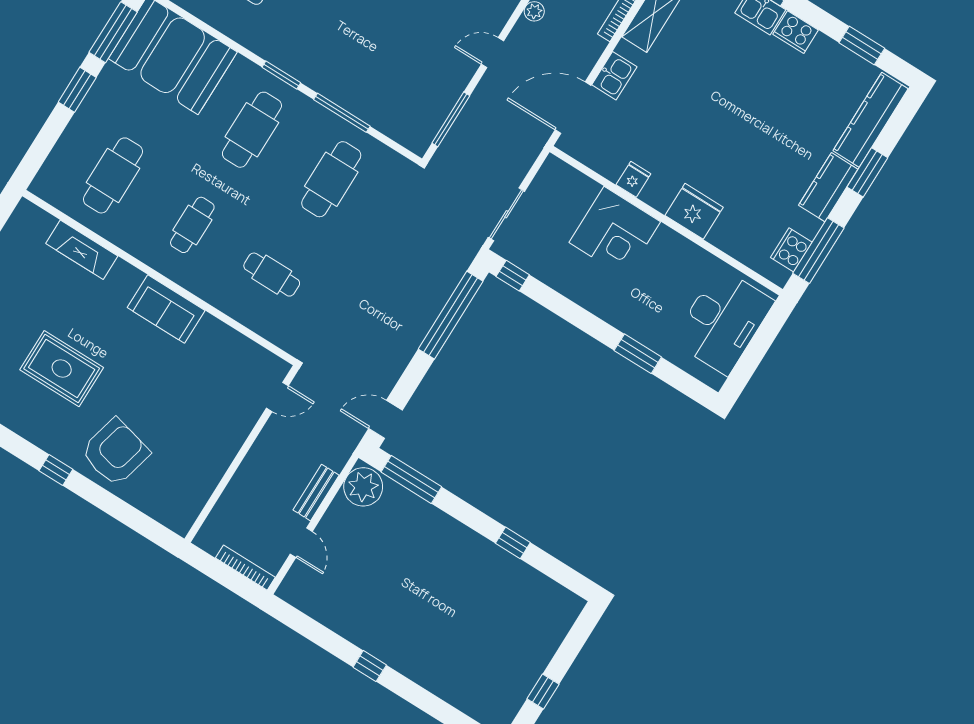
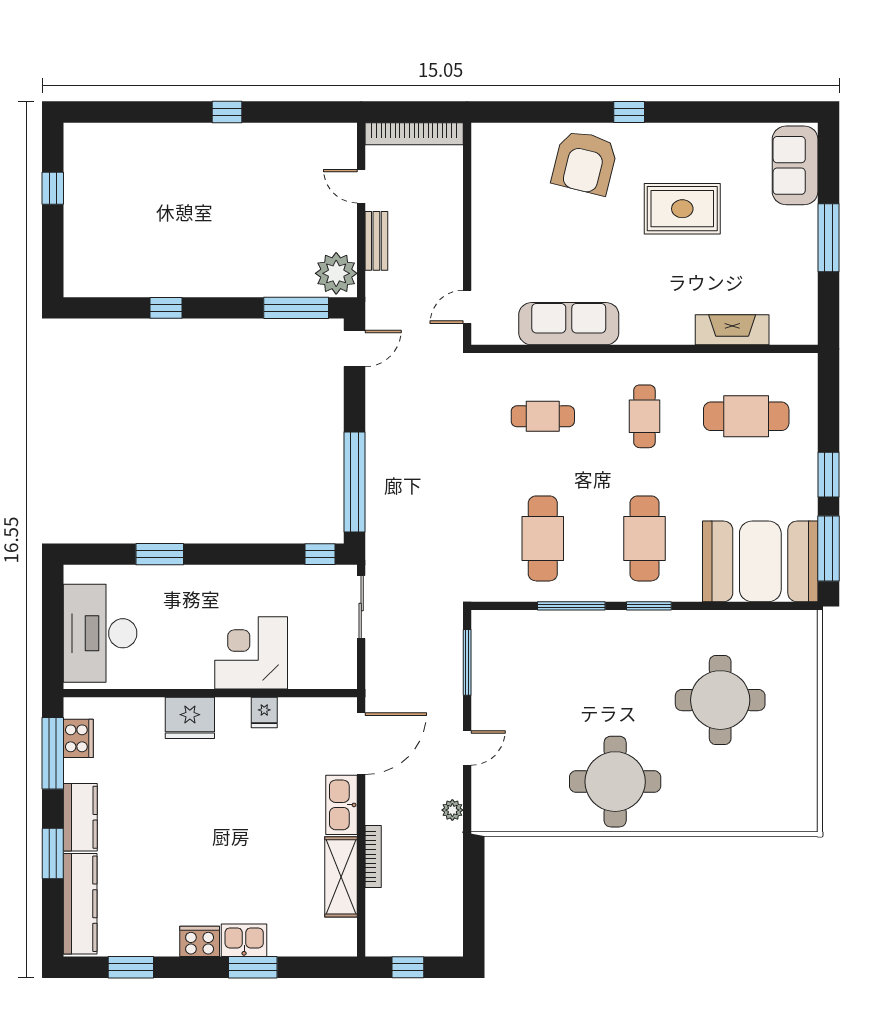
kitchen sink: (614, 76) -> (342, 805), width x1.38
cafe table: (113, 175) -> (746, 416), turned 90
sofa: (166, 309) -> (569, 324), moved, width x1.36
bookcase: (245, 568) -> (414, 134), width x1.48, depth x1.31

